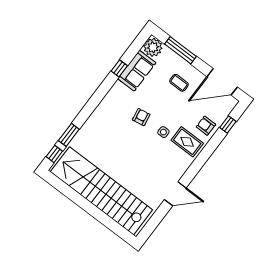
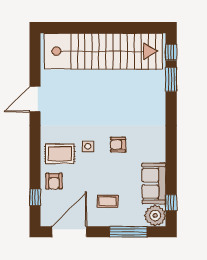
window: (119, 68) -> (171, 203), moved
armchair: (141, 117) -> (118, 145), turned 100
armchair: (206, 126) -> (54, 181), turned 90

